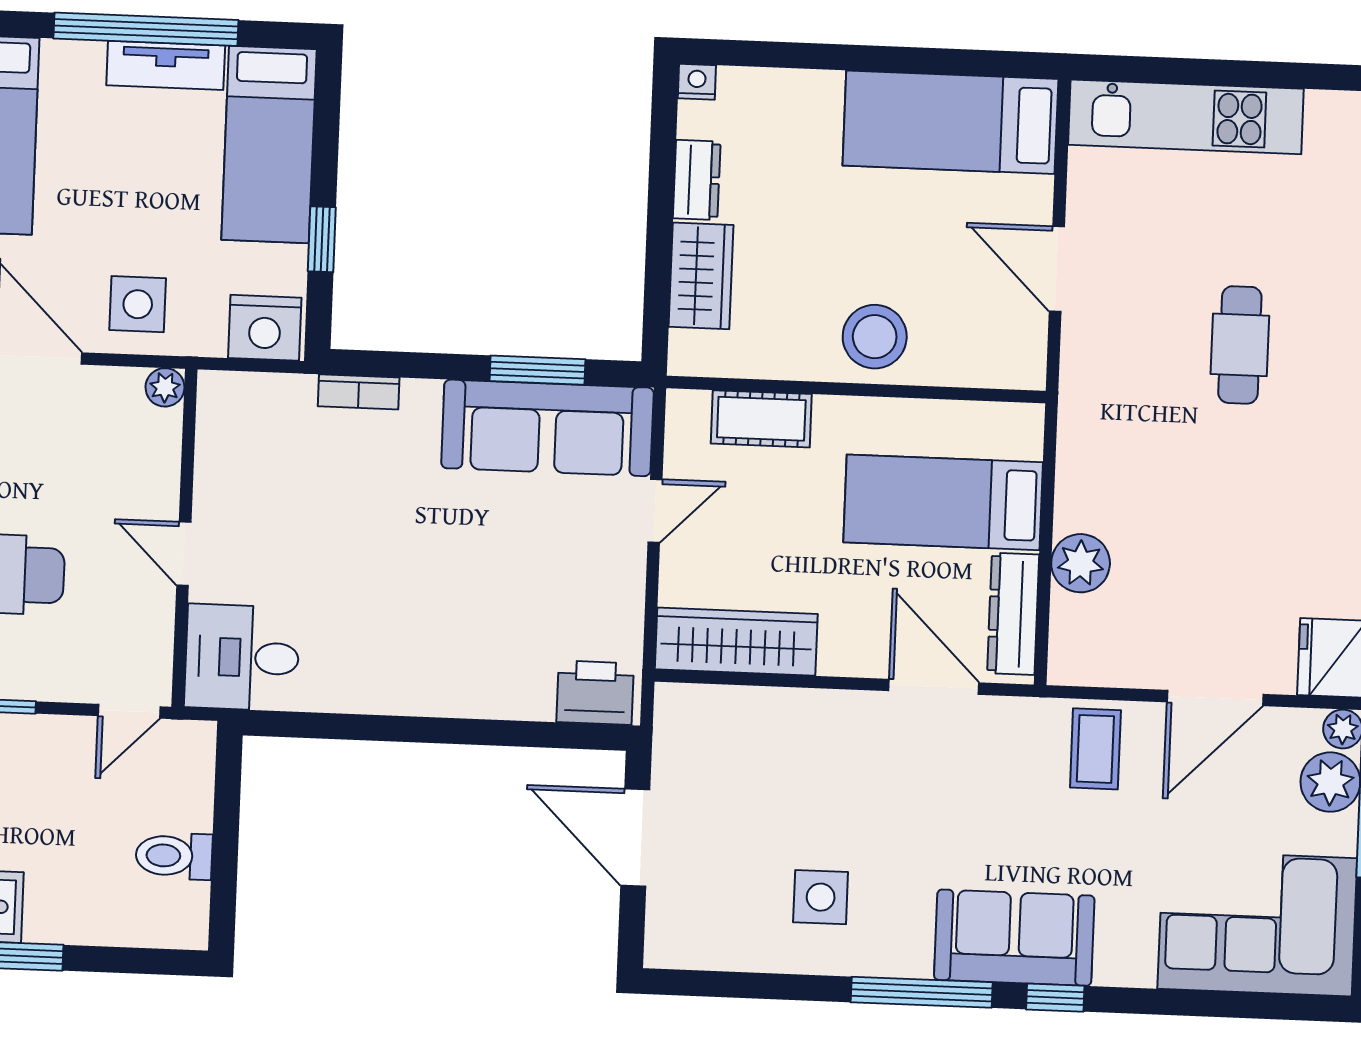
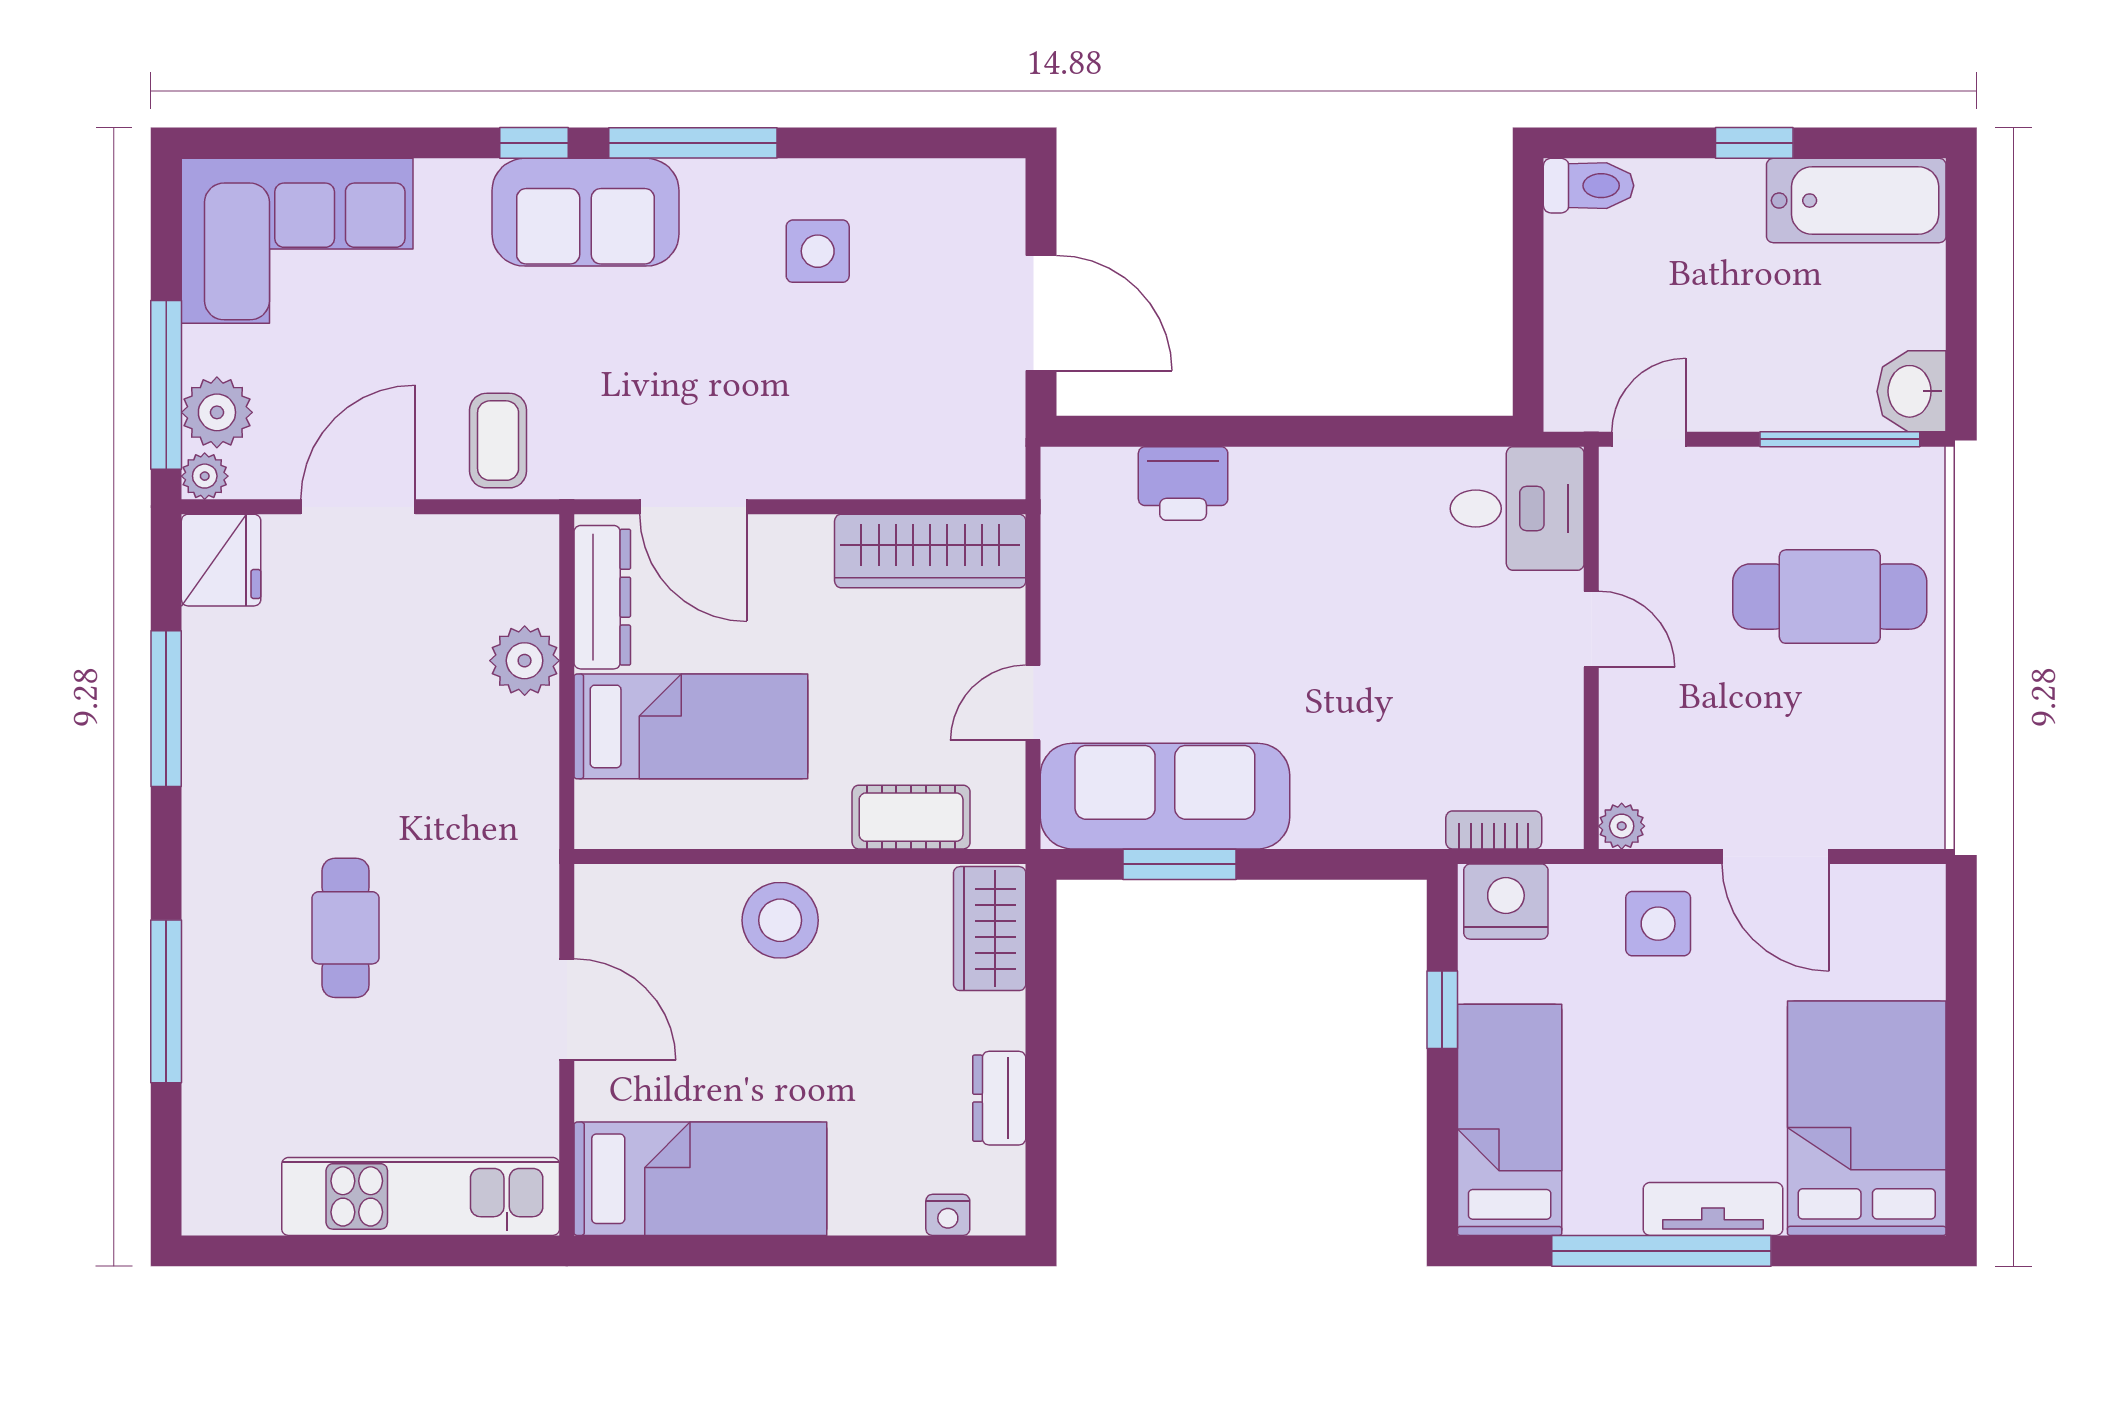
tv unit: (166, 65) -> (1713, 1209), moved
nightstand: (697, 82) -> (948, 1215), moved
wardrobe: (701, 276) -> (990, 929), moved
bookcase: (359, 392) -> (1494, 830), moved
printer: (595, 693) -> (1183, 483), moved
toilet: (174, 856) -> (1589, 186), moved

